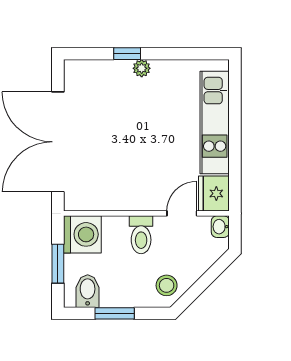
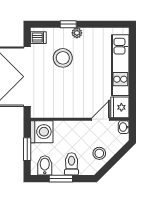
dishwasher: (77, 76) -> (38, 38), added
stool: (118, 110) -> (63, 58), added
toilet: (141, 235) -> (72, 164), moved, turned 180
stool: (167, 285) -> (99, 153), moved

